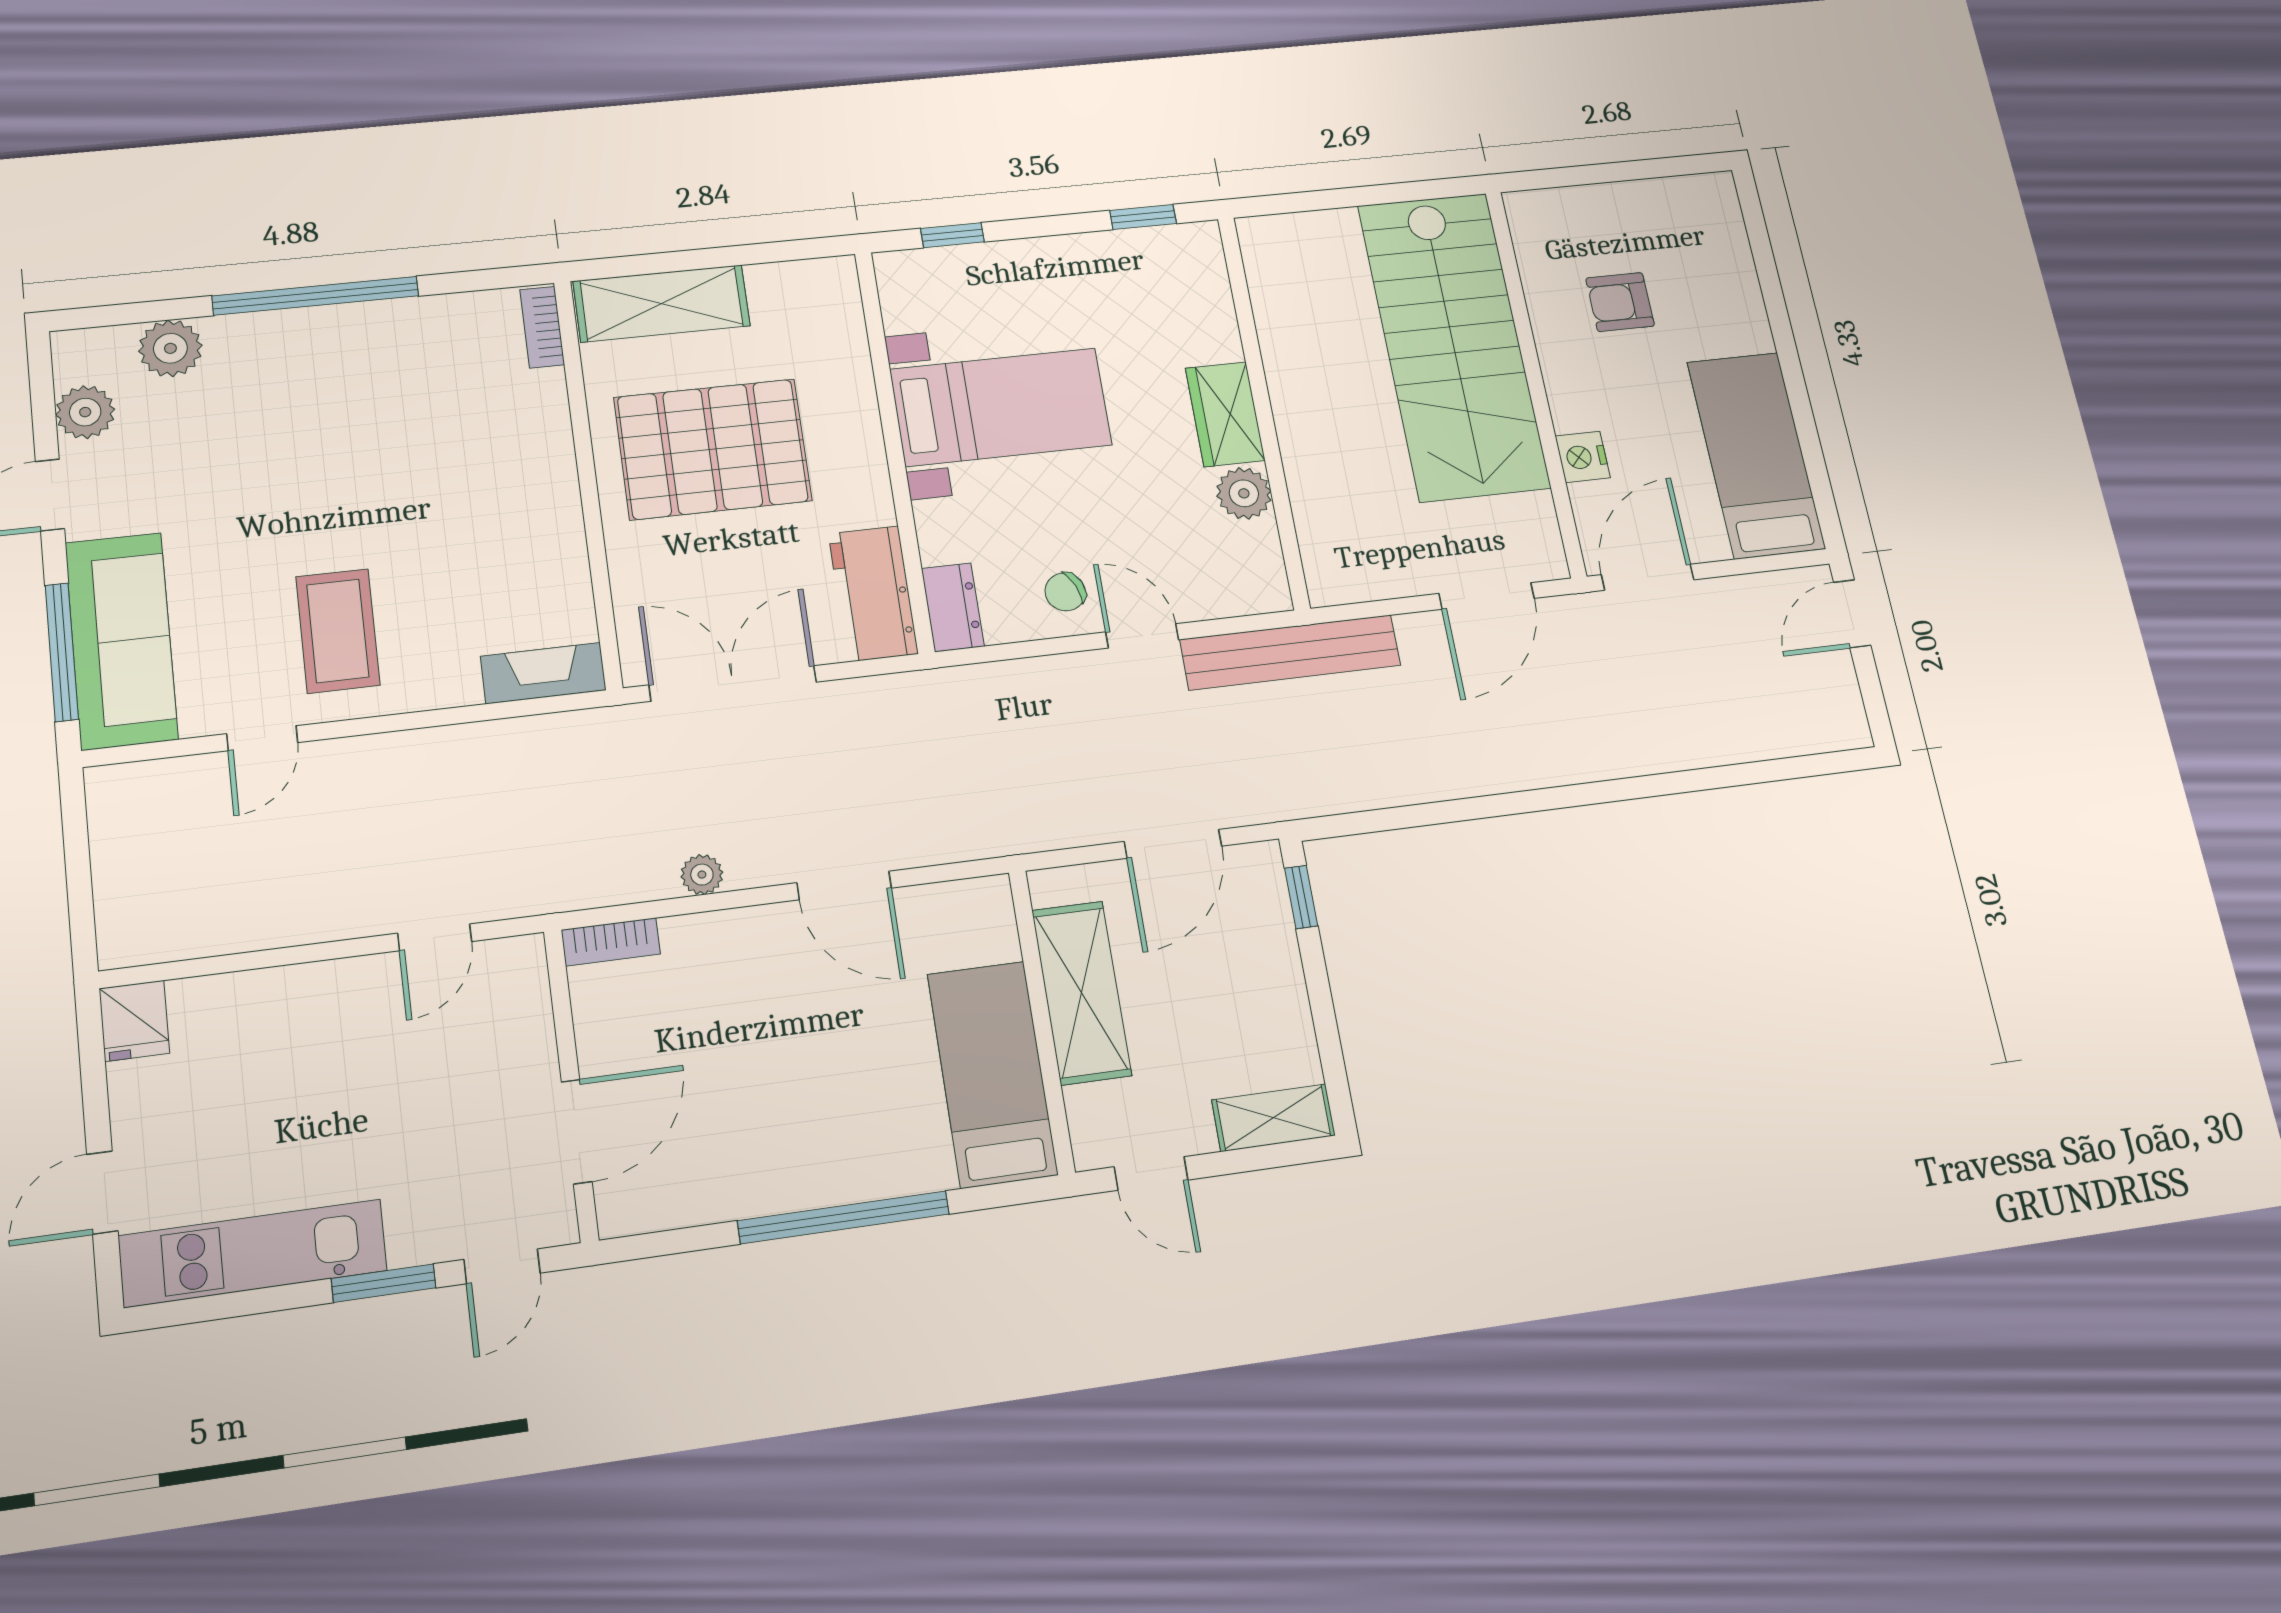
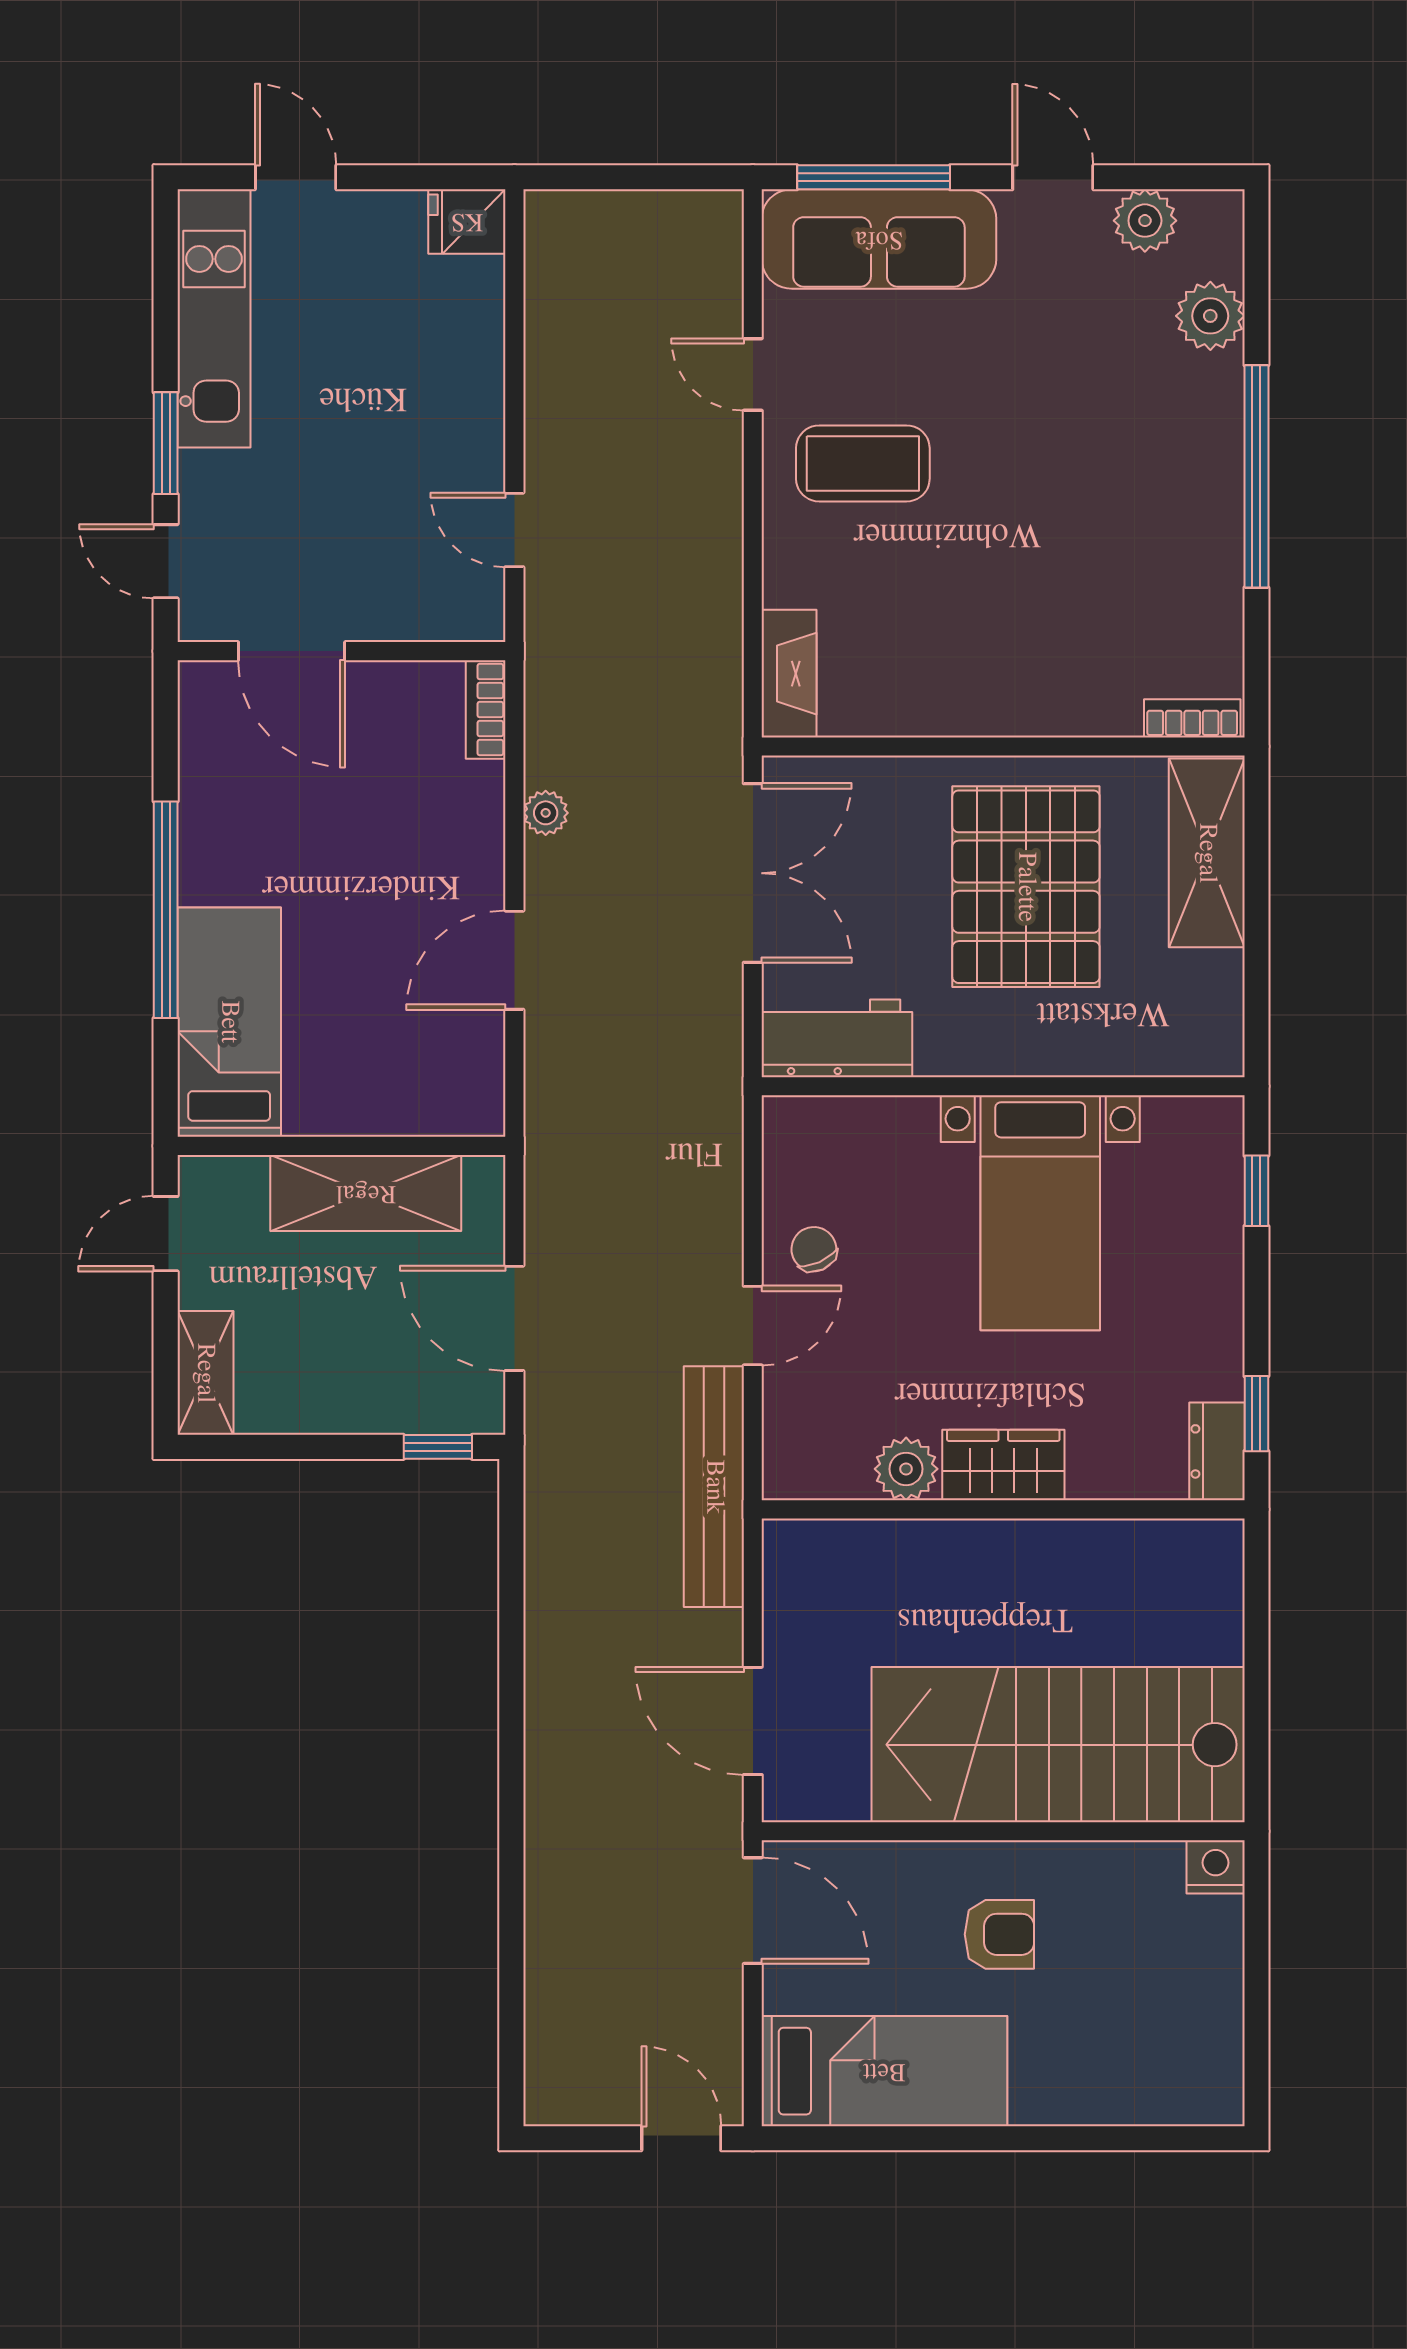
armchair: (1620, 302) -> (999, 1934), moved, turned 90
nightstand: (1583, 457) -> (1216, 1867), moved
dresser: (953, 607) -> (1217, 1451), moved, turned 90
bed: (992, 1074) -> (229, 1022), moved, turned -90

